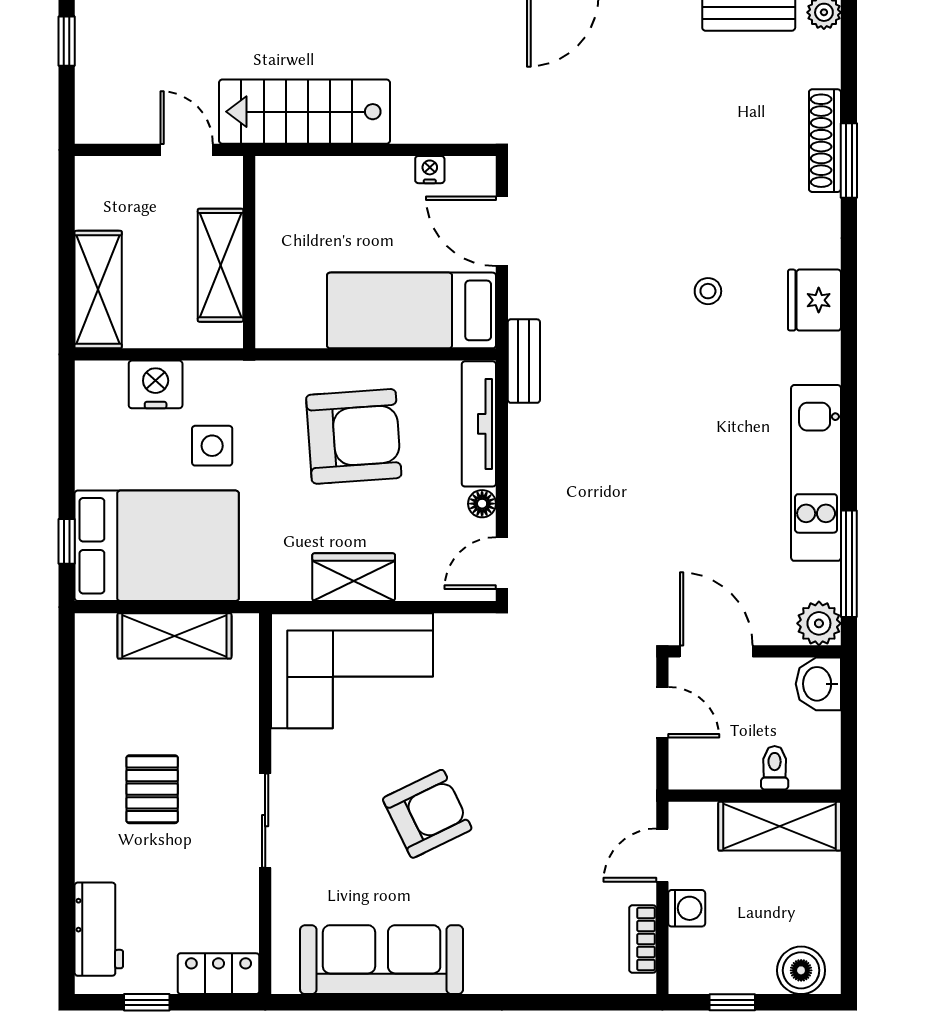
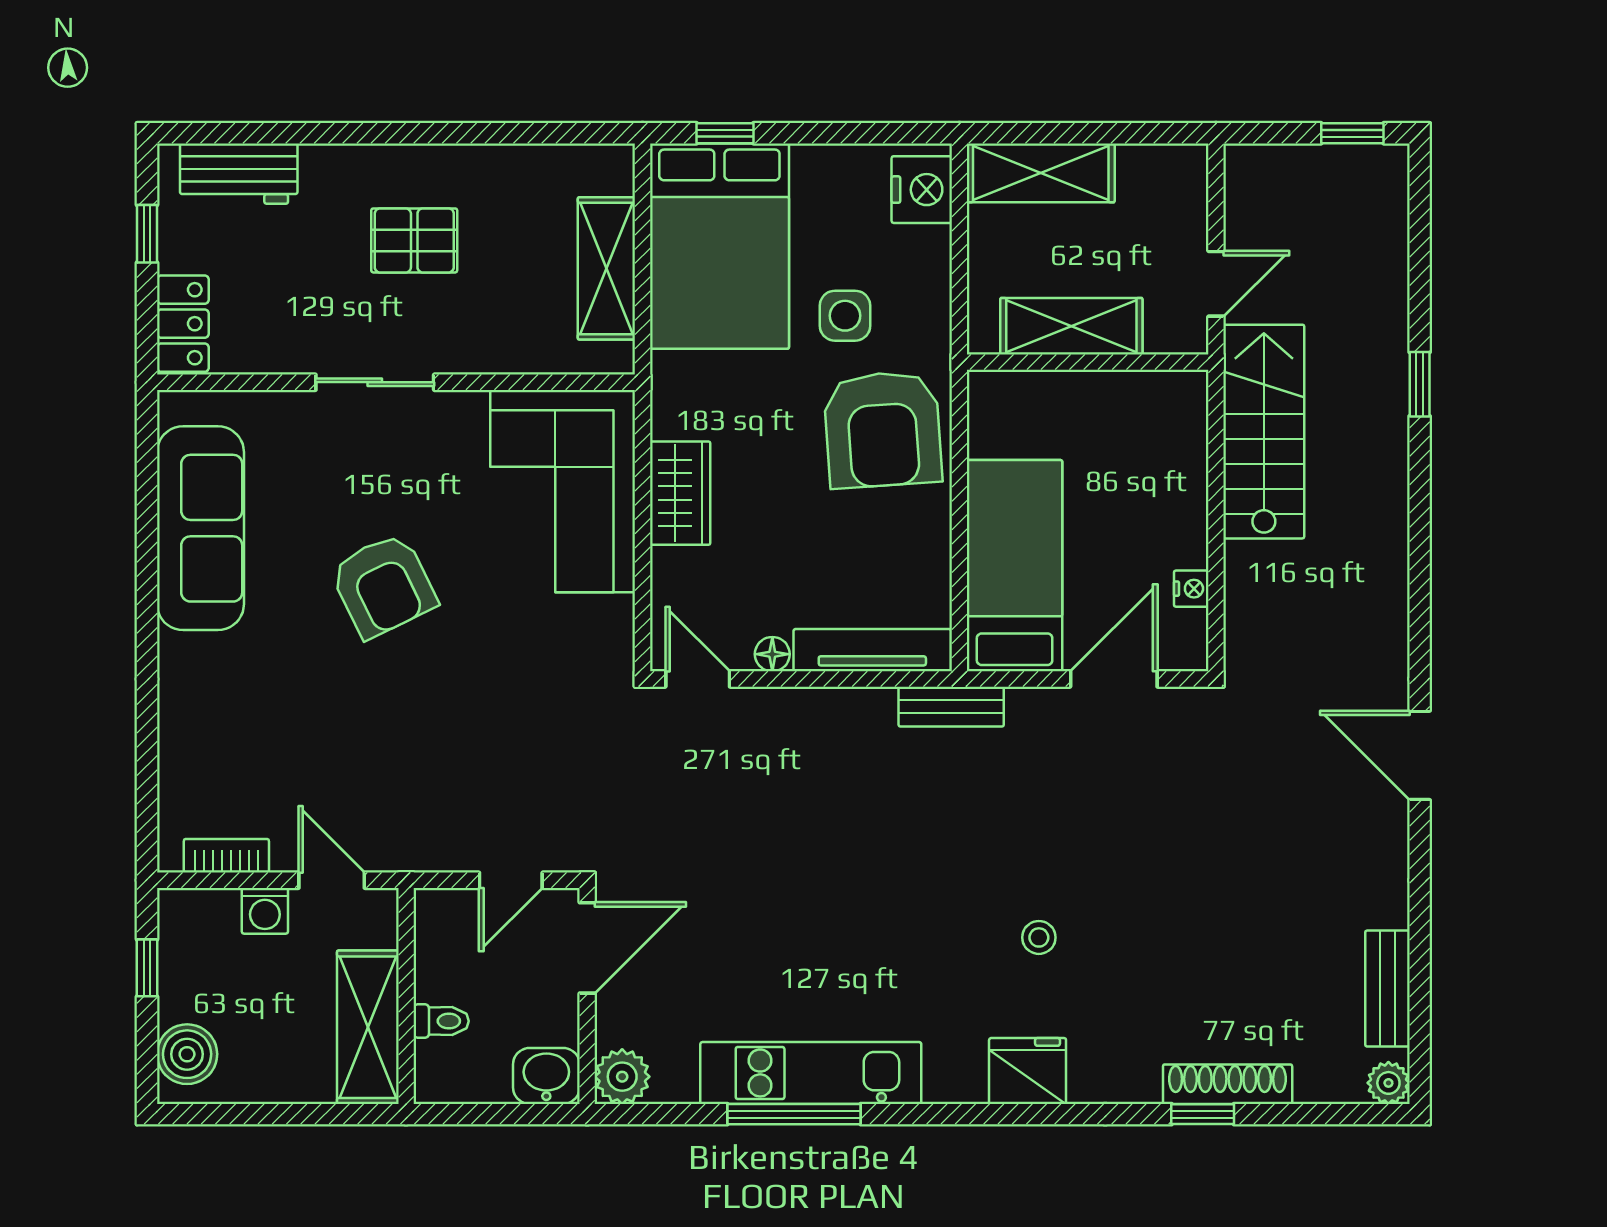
window: (849, 160) -> (1203, 1114), width x0.67
nightstand: (156, 384) -> (922, 190), moved
armchair: (354, 436) -> (883, 429), moved
window: (849, 564) -> (794, 1114), moved

